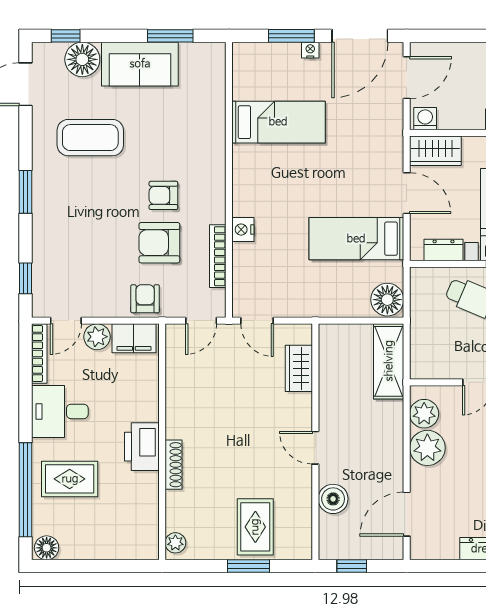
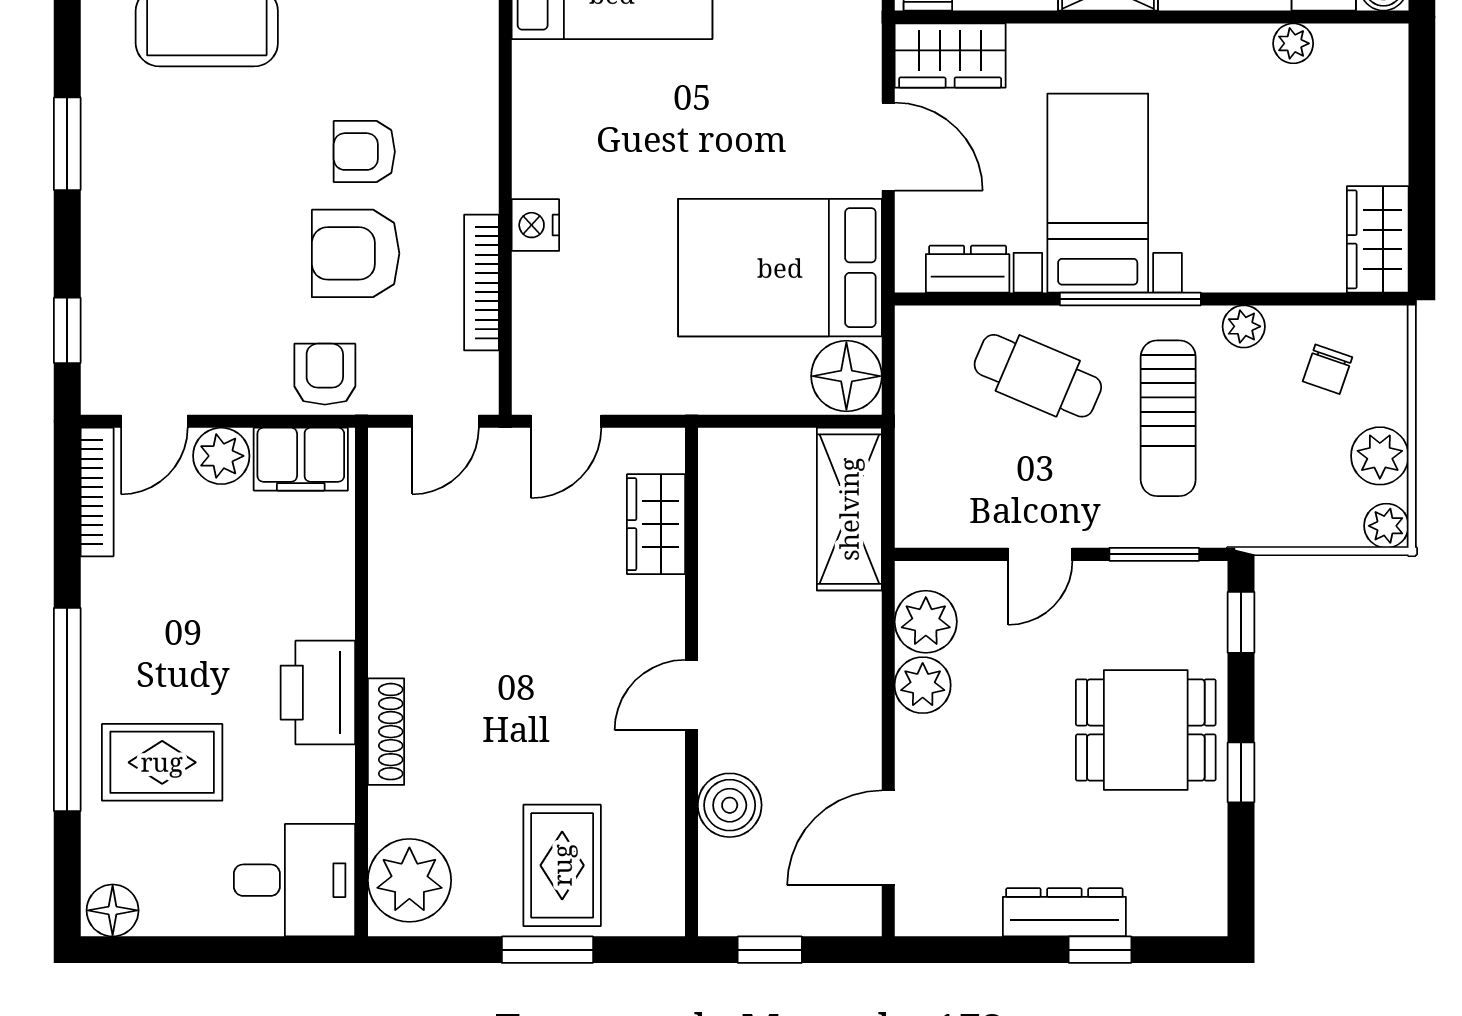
bed: (356, 239) -> (780, 268), width x1.50
door: (257, 321) -> (566, 421), hinge flipped
desk: (60, 411) -> (294, 880), moved, turned 180
door: (315, 448) -> (691, 695), hinge flipped
plant: (427, 448) -> (923, 685), width x0.73, depth x0.73
window: (26, 490) -> (67, 710), moved
plant: (175, 543) -> (409, 880), width x1.87, depth x1.87

